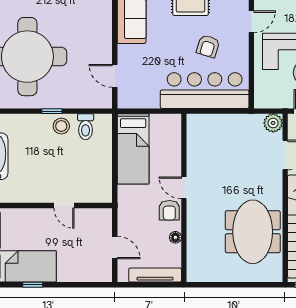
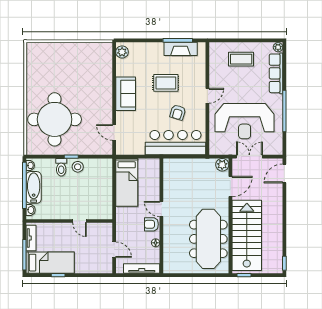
toilet: (86, 127) -> (61, 167), moved
armchair: (169, 210) -> (151, 224), turned 90
meeting table: (253, 232) -> (208, 239), width x1.36

